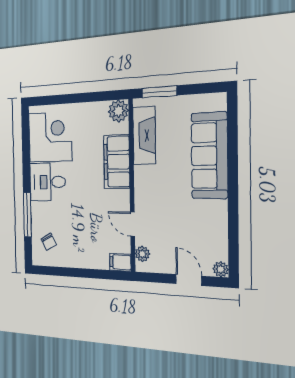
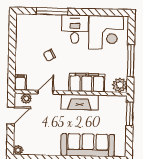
window: (85, 98) -> (131, 61), added
fireplace: (144, 136) -> (80, 102), moved
chair: (49, 242) -> (49, 55), moved
door: (189, 280) -> (11, 115), moved

